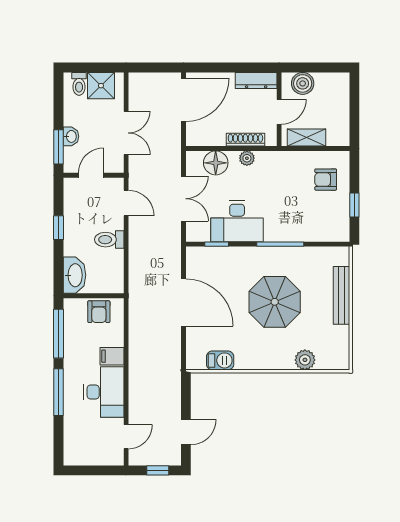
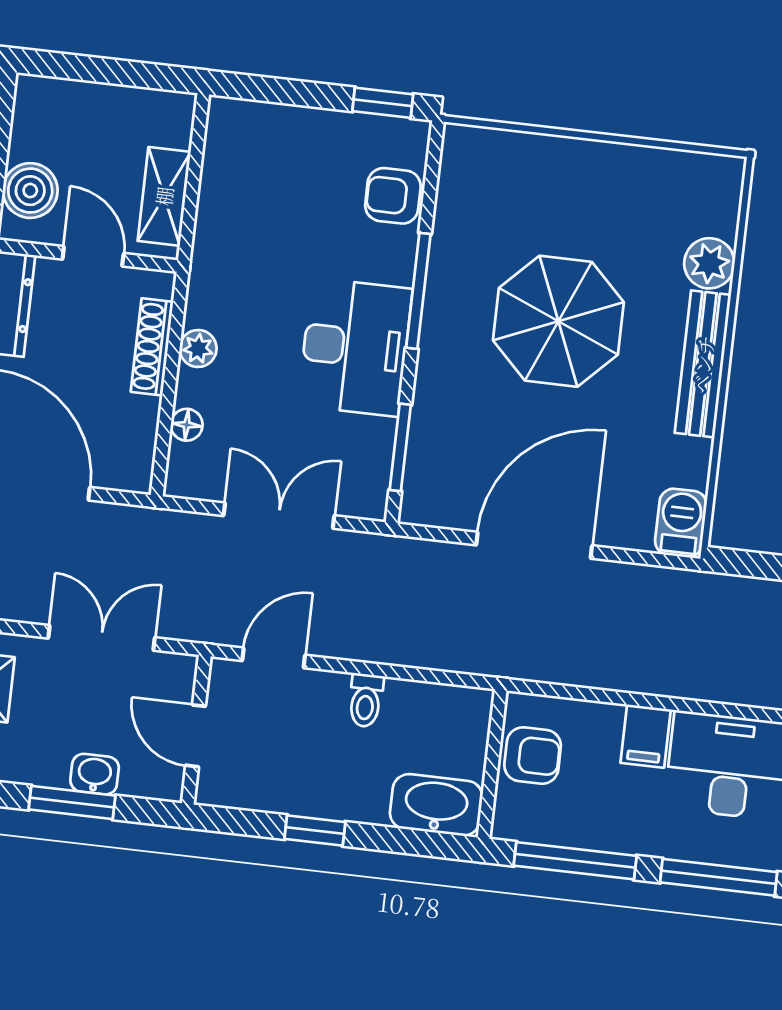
window: (59, 147) -> (72, 802), moved
floor lamp: (216, 163) -> (187, 425), width x0.53, depth x0.53
armchair: (326, 180) -> (393, 196), moved, turned 90
window: (354, 205) -> (383, 103), moved
desk: (237, 221) -> (355, 347), moved
toilet: (109, 240) -> (366, 700), width x0.73, depth x0.72
window: (217, 244) -> (400, 447), width x1.50
bench: (341, 295) -> (703, 364), moved, turned 90
barbecue: (220, 360) -> (681, 523), moved

